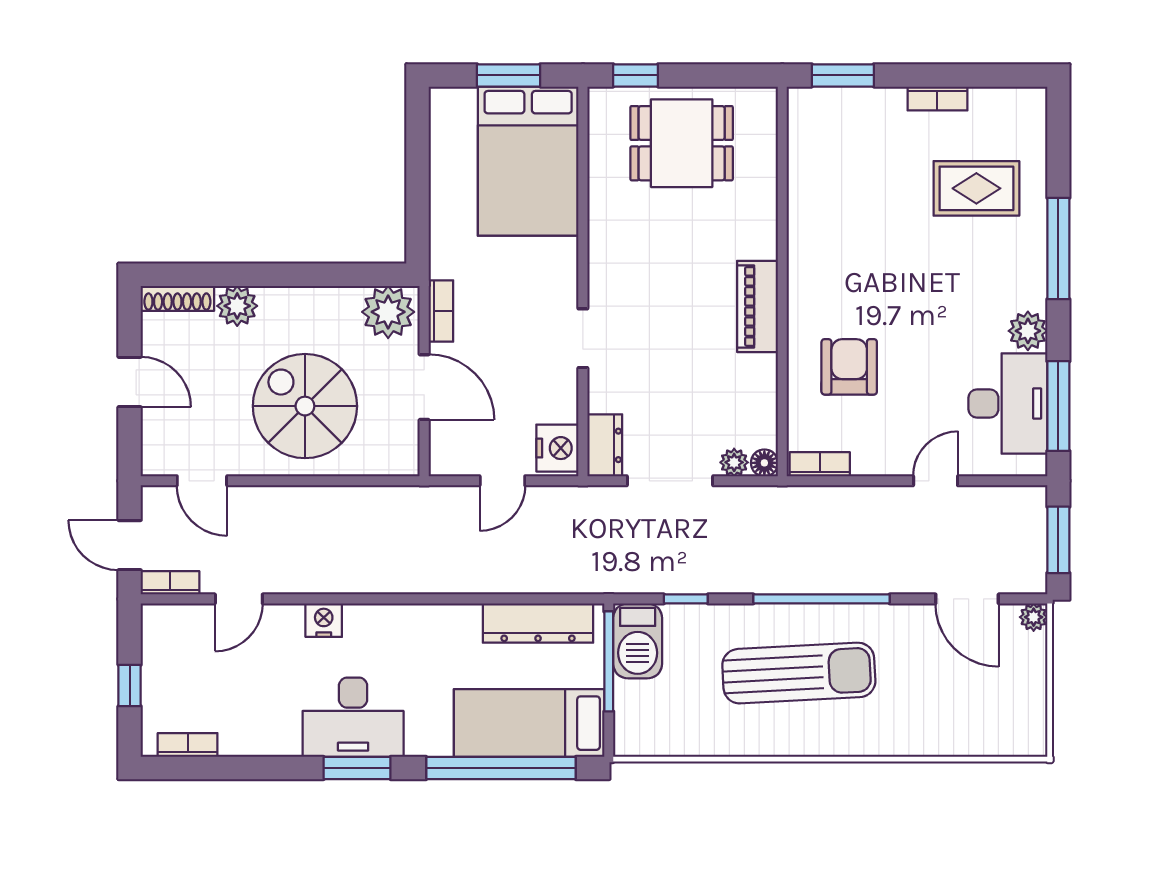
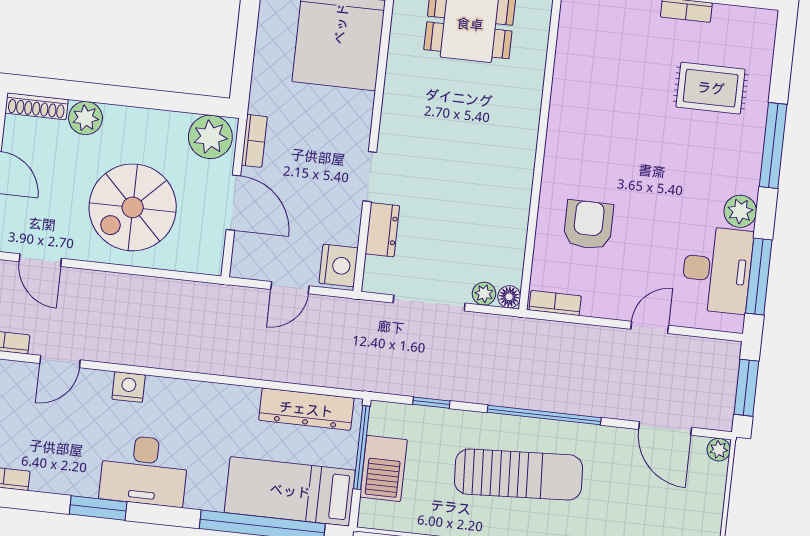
piano: (757, 306) -> (518, 166), removed
spiral stairs: (305, 406) -> (133, 207), turned -90
dresser: (605, 445) -> (382, 230), moved
barbecue: (638, 641) -> (384, 468), moved
window: (357, 768) -> (98, 508), moved

